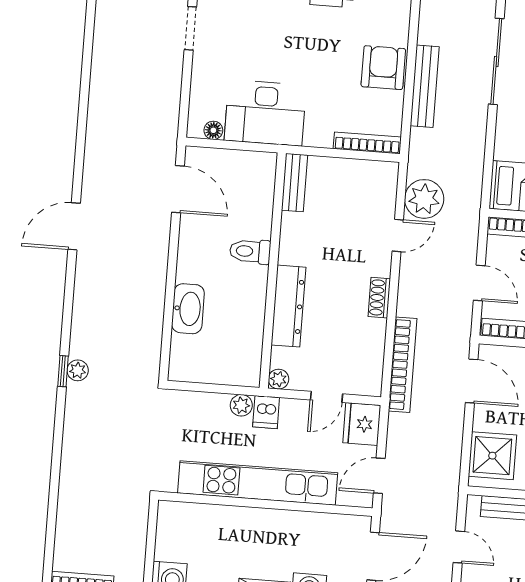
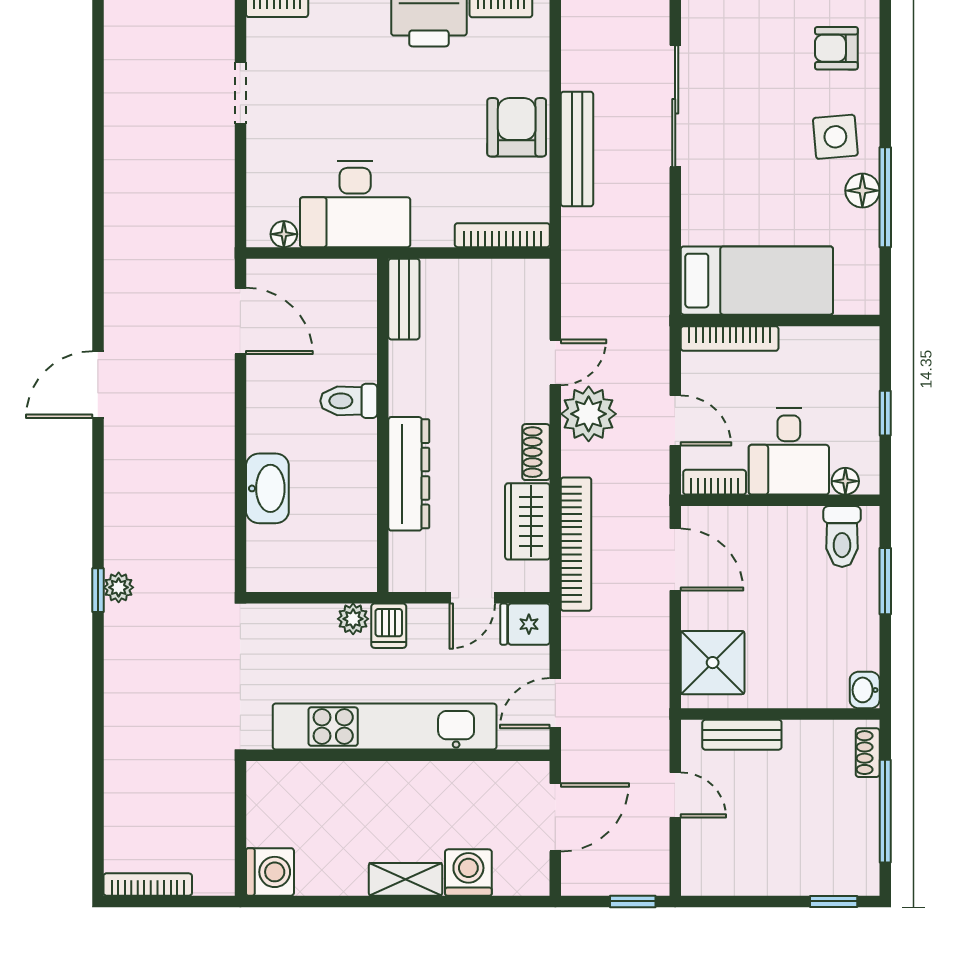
plant: (424, 199) -> (589, 414), moved
wardrobe: (370, 346) -> (527, 521), added
plant: (279, 379) -> (403, 578), removed
fridge: (362, 424) -> (525, 624), width x0.72

